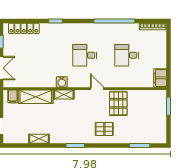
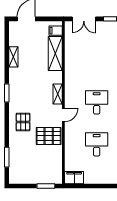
water cooler: (62, 82) -> (70, 80), removed
shelving: (64, 94) -> (58, 94), moved

